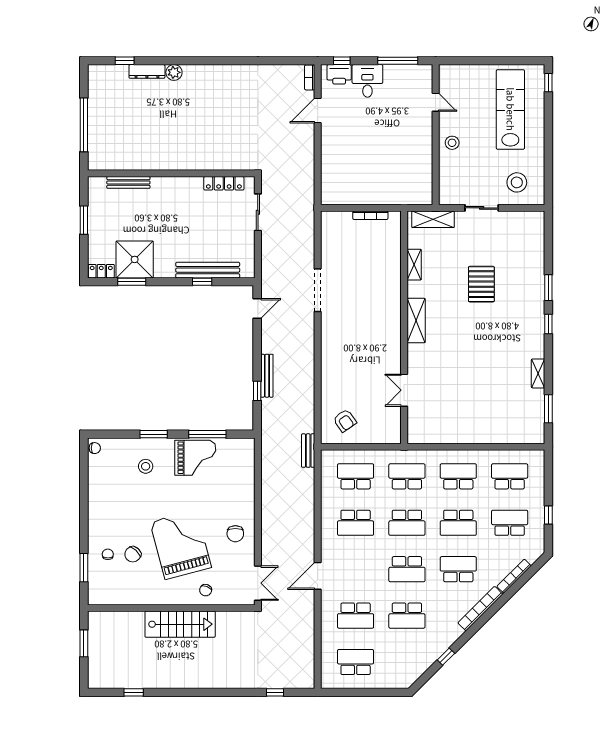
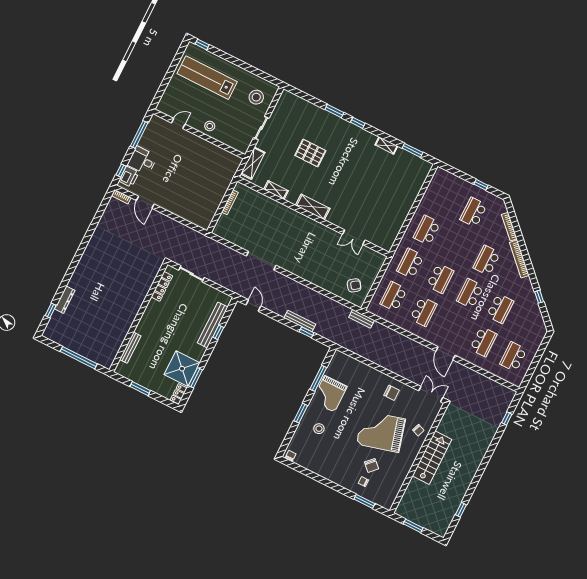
plant: (174, 72) -> (74, 283), removed
grand piano: (195, 458) -> (329, 394), turned 180
school desk: (510, 476) -> (443, 197), removed
school desk: (458, 523) -> (457, 245), removed
school desk: (407, 569) -> (470, 293), turned 180

